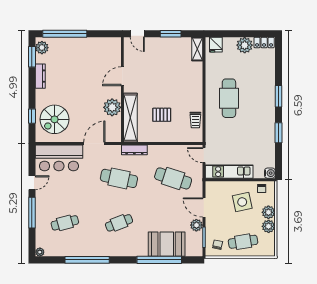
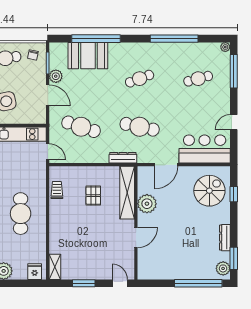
pallet: (162, 115) -> (93, 196), turned 90
window: (32, 213) -> (234, 71), moved

